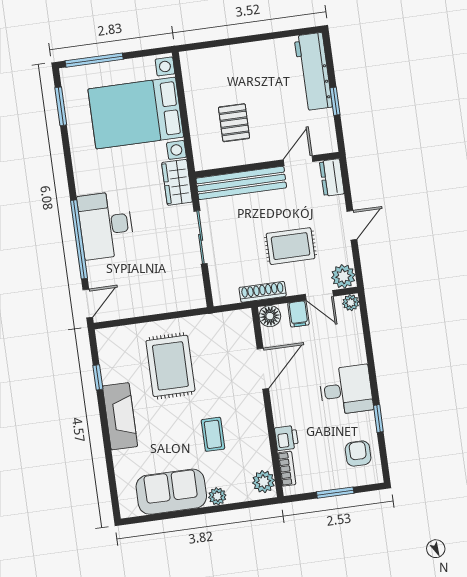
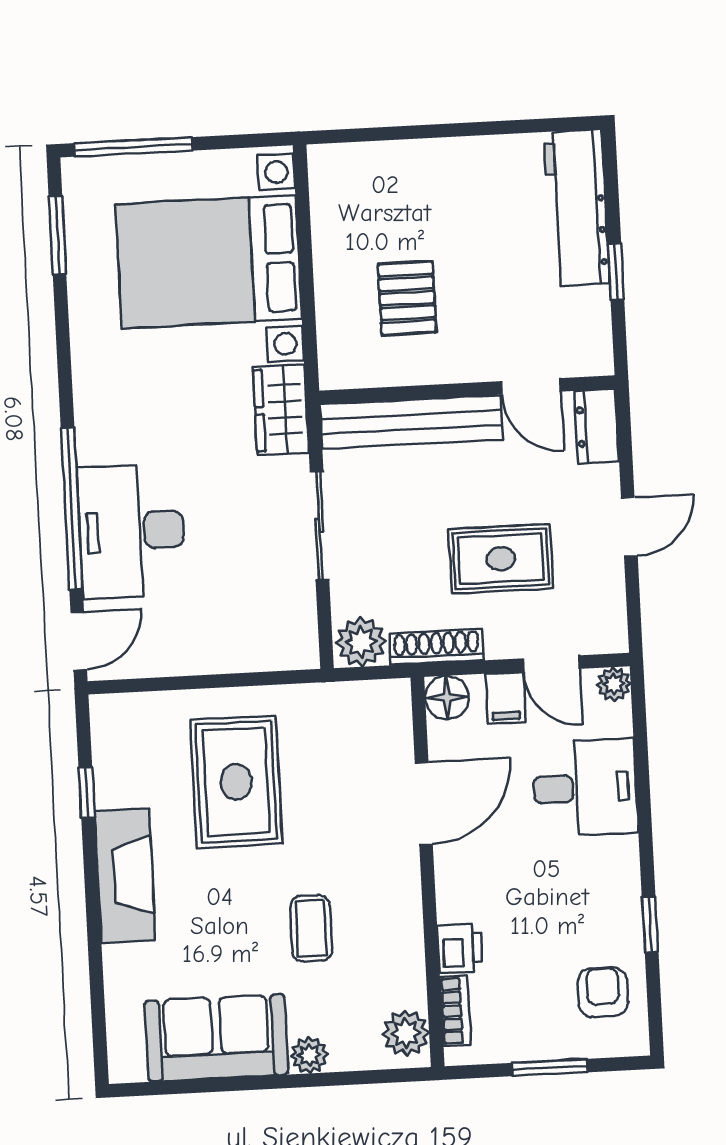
door: (298, 161) -> (531, 386), swing flipped
desk: (106, 225) -> (132, 531), moved
plant: (343, 276) -> (361, 642), moved
desk: (346, 390) -> (585, 788), moved

